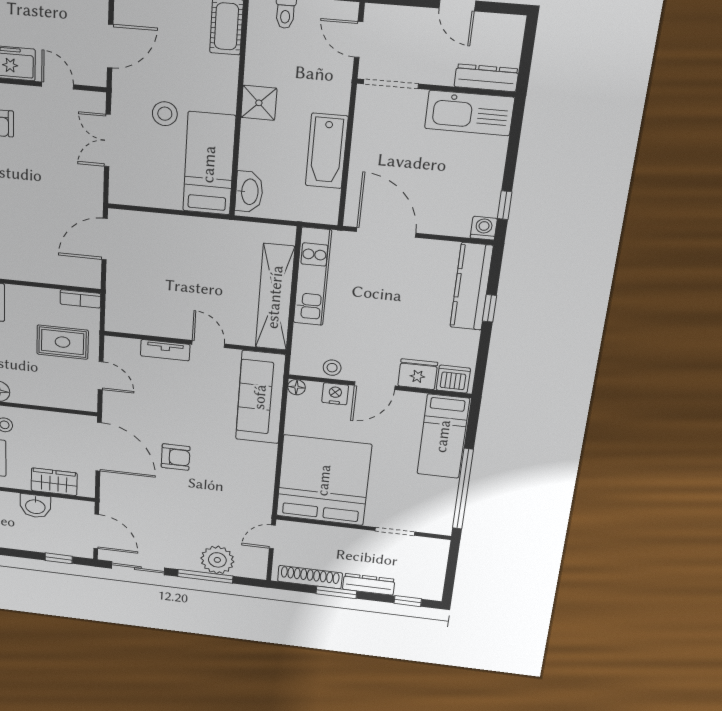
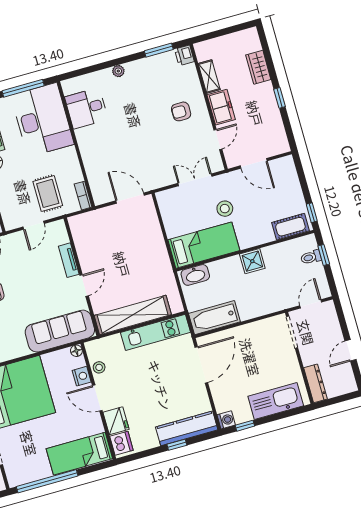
kitchen sink: (469, 113) -> (276, 401), moved, turned 90
bathtub: (327, 151) -> (214, 318), moved

